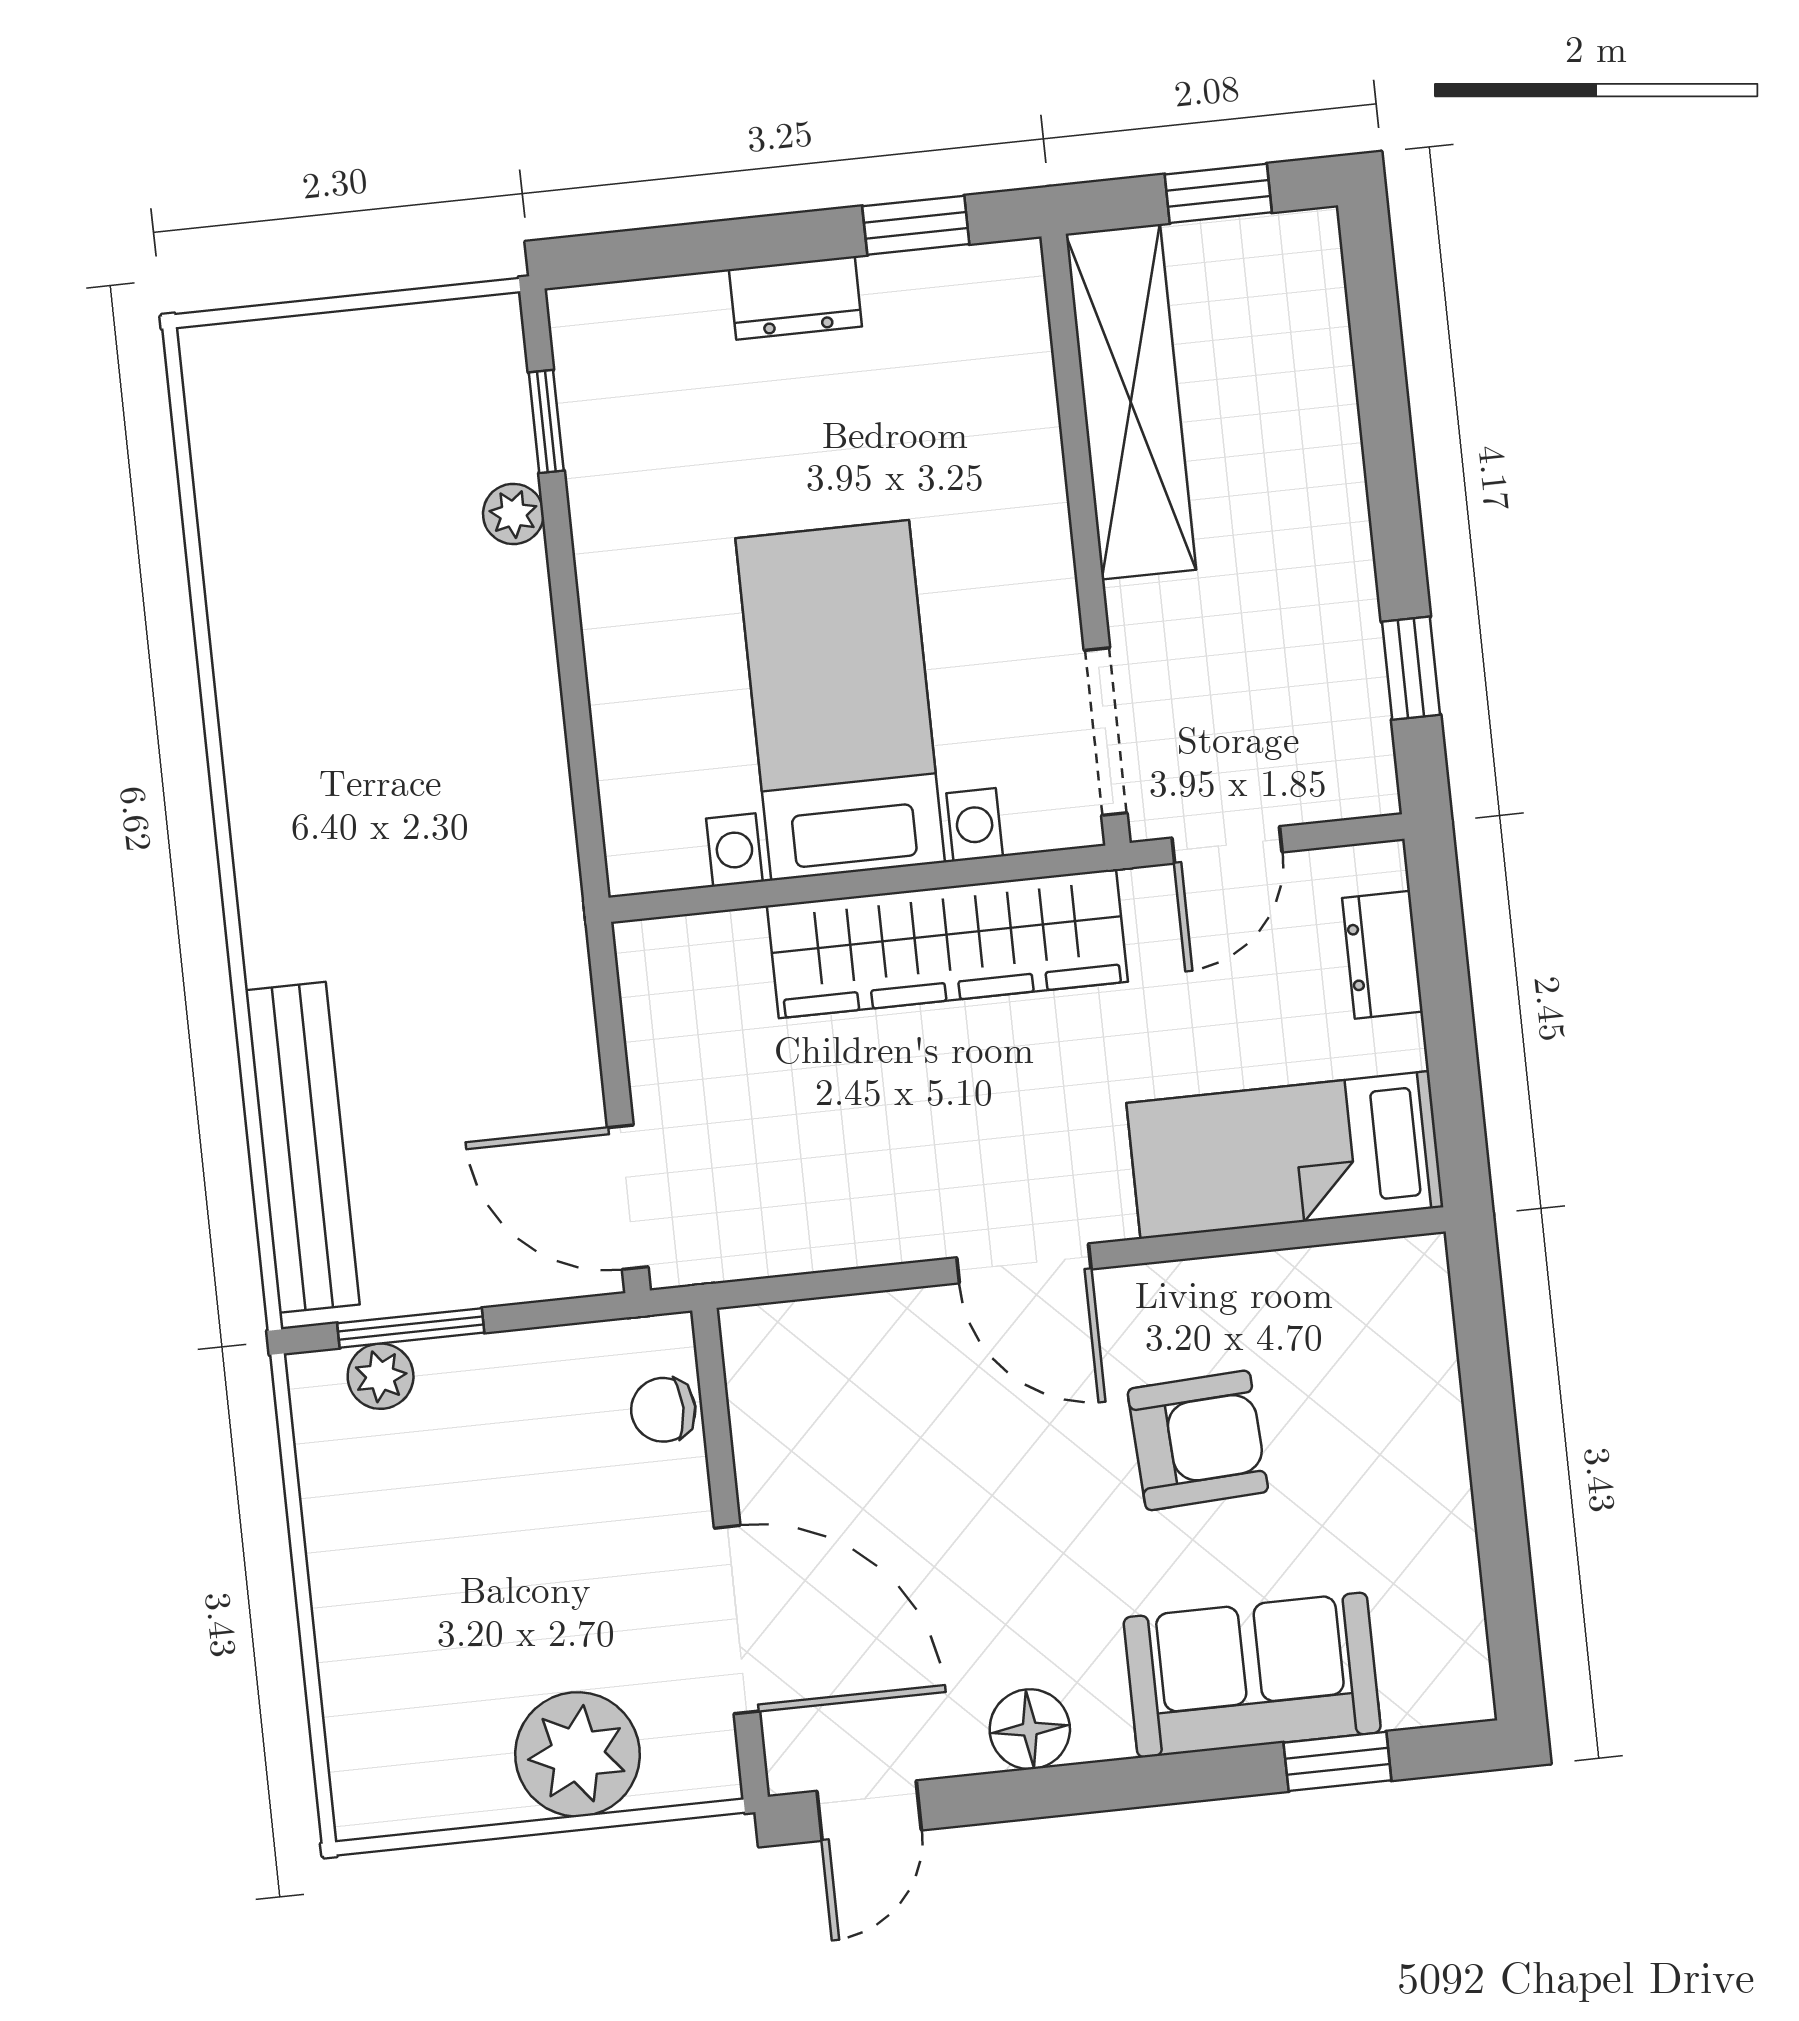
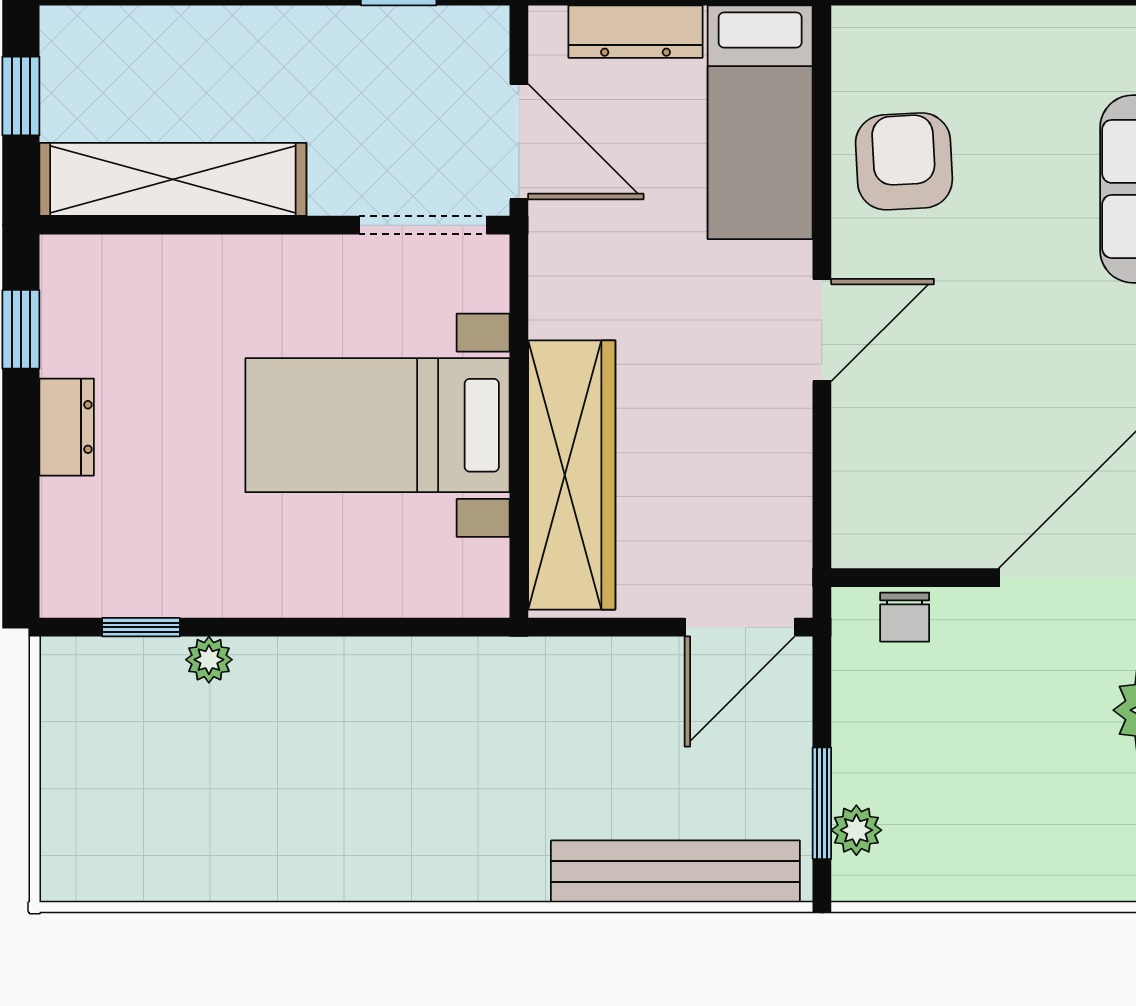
door: (1227, 845) -> (519, 142), width x1.38
wardrobe: (947, 944) -> (572, 475), moved
dresser: (1382, 955) -> (636, 32), width x1.44
armchair: (1198, 1440) -> (904, 161), moved

